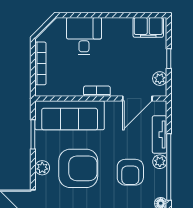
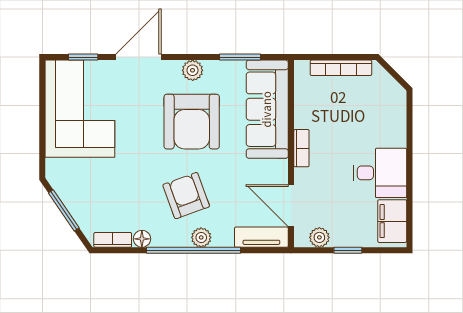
desk: (84, 36) -> (380, 173), moved
tv unit: (160, 135) -> (261, 237), moved
armchair: (130, 172) -> (186, 196), turned 70

